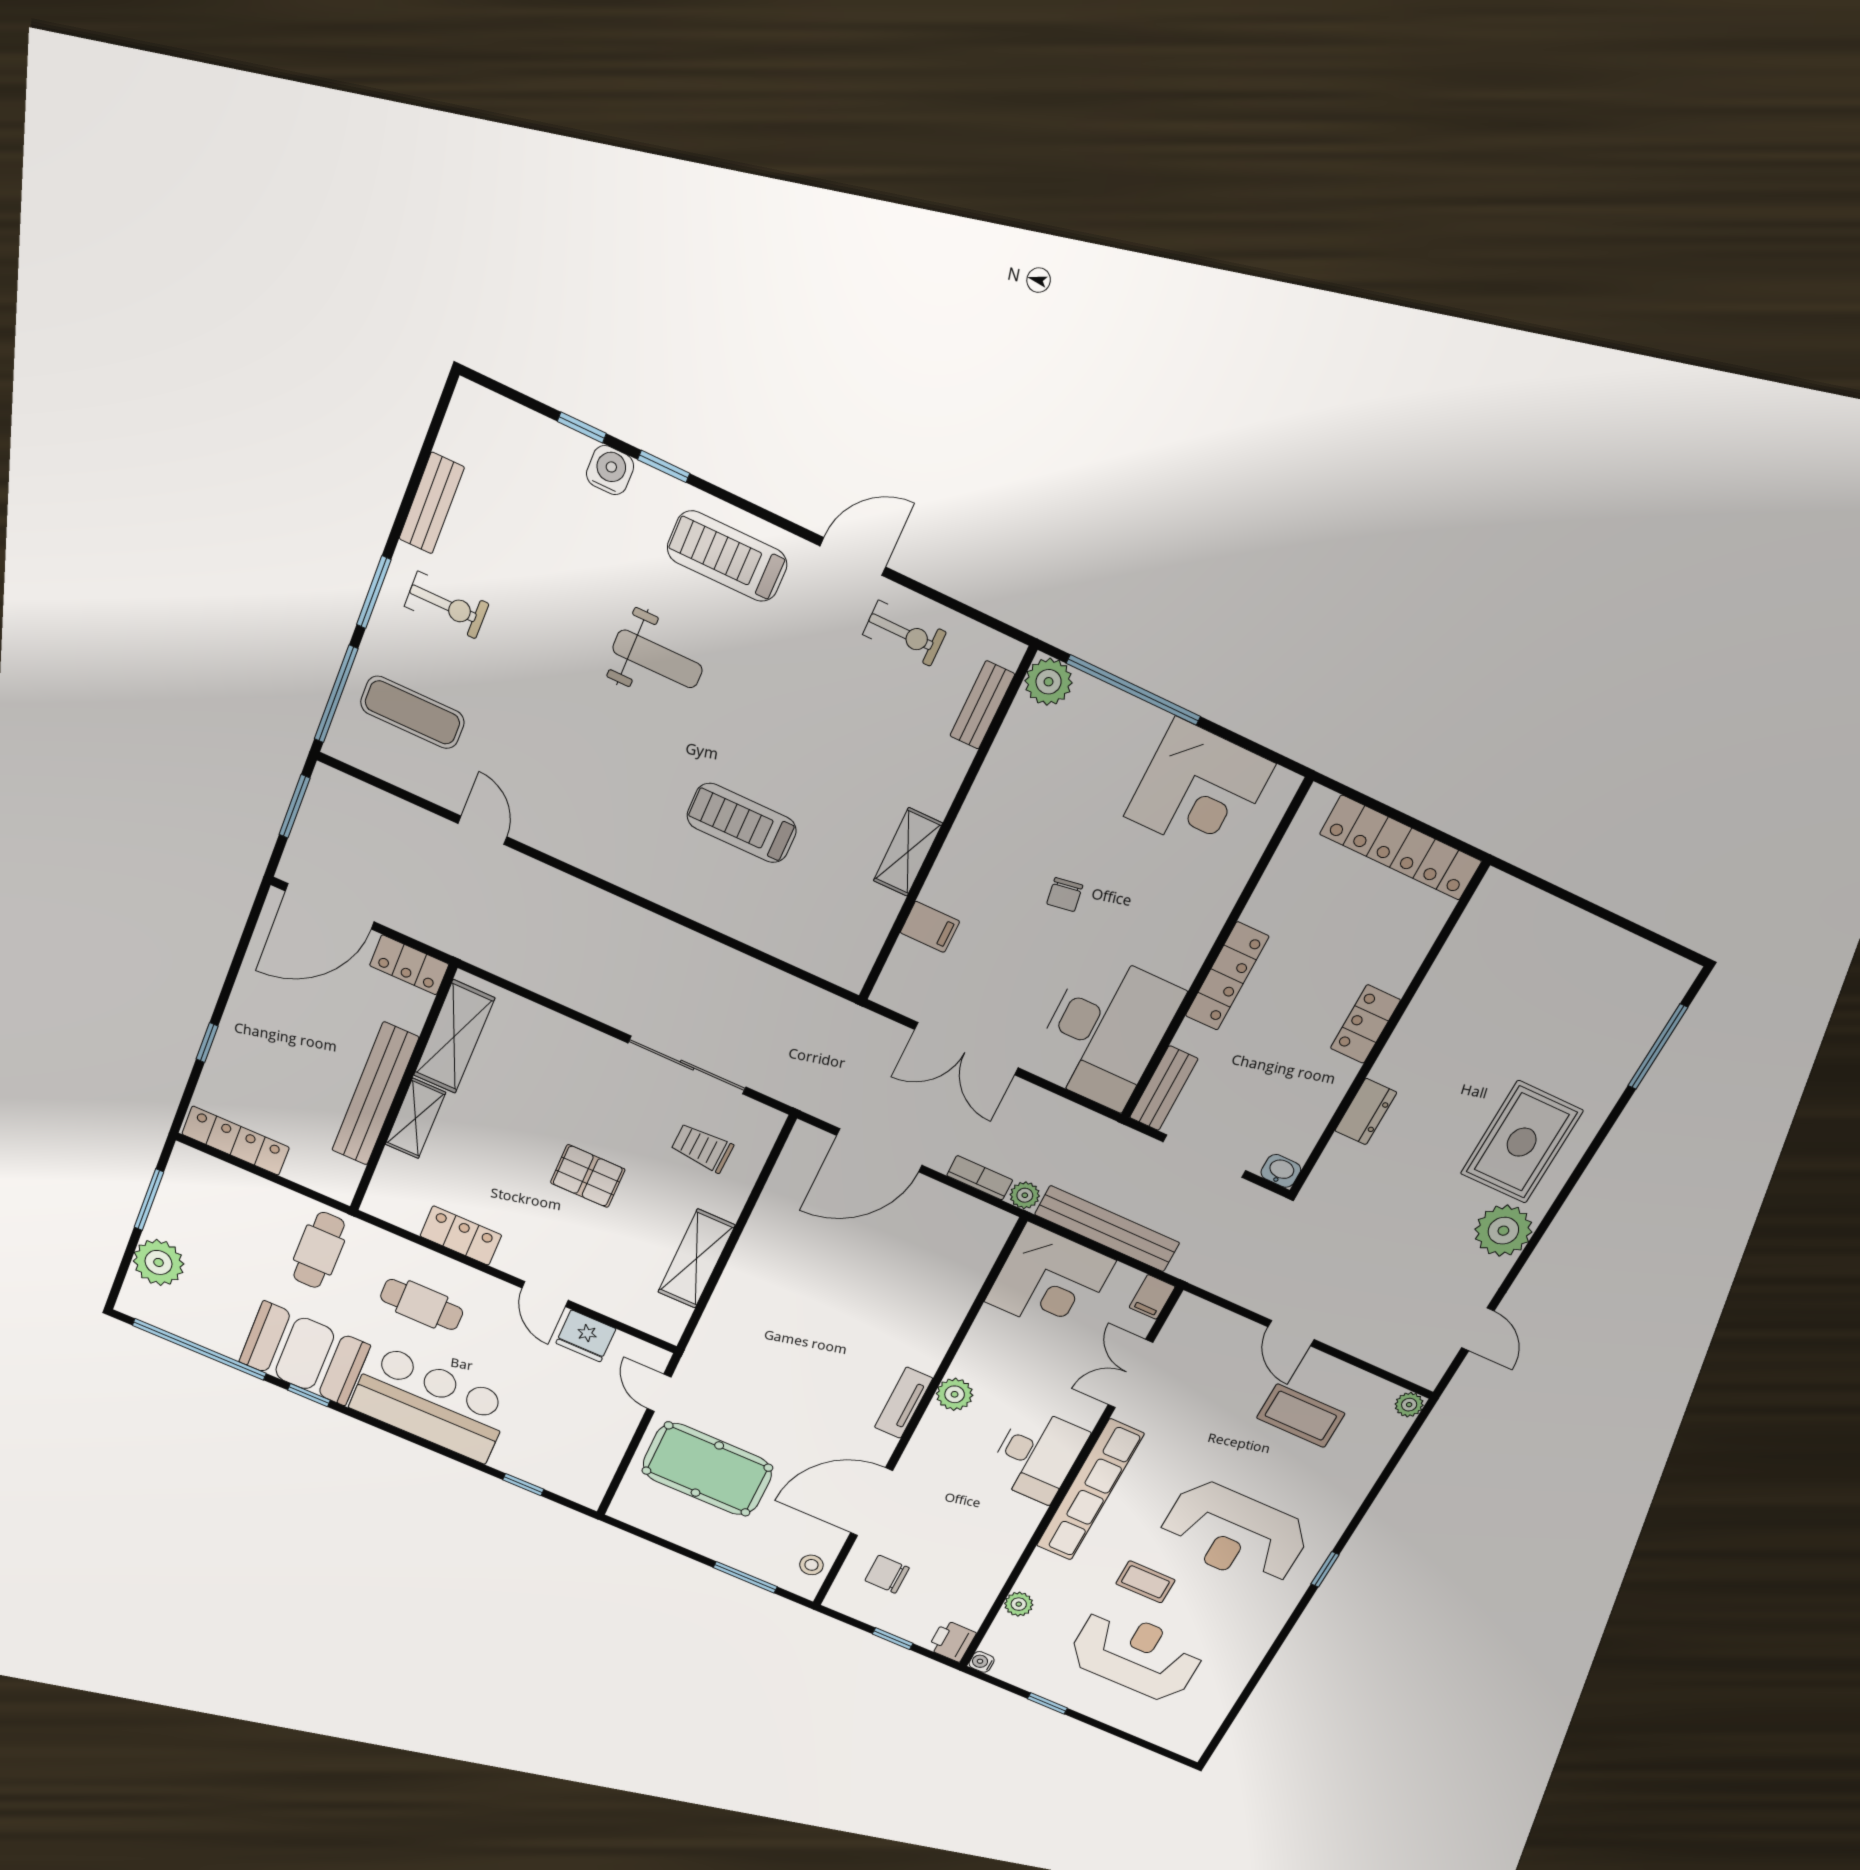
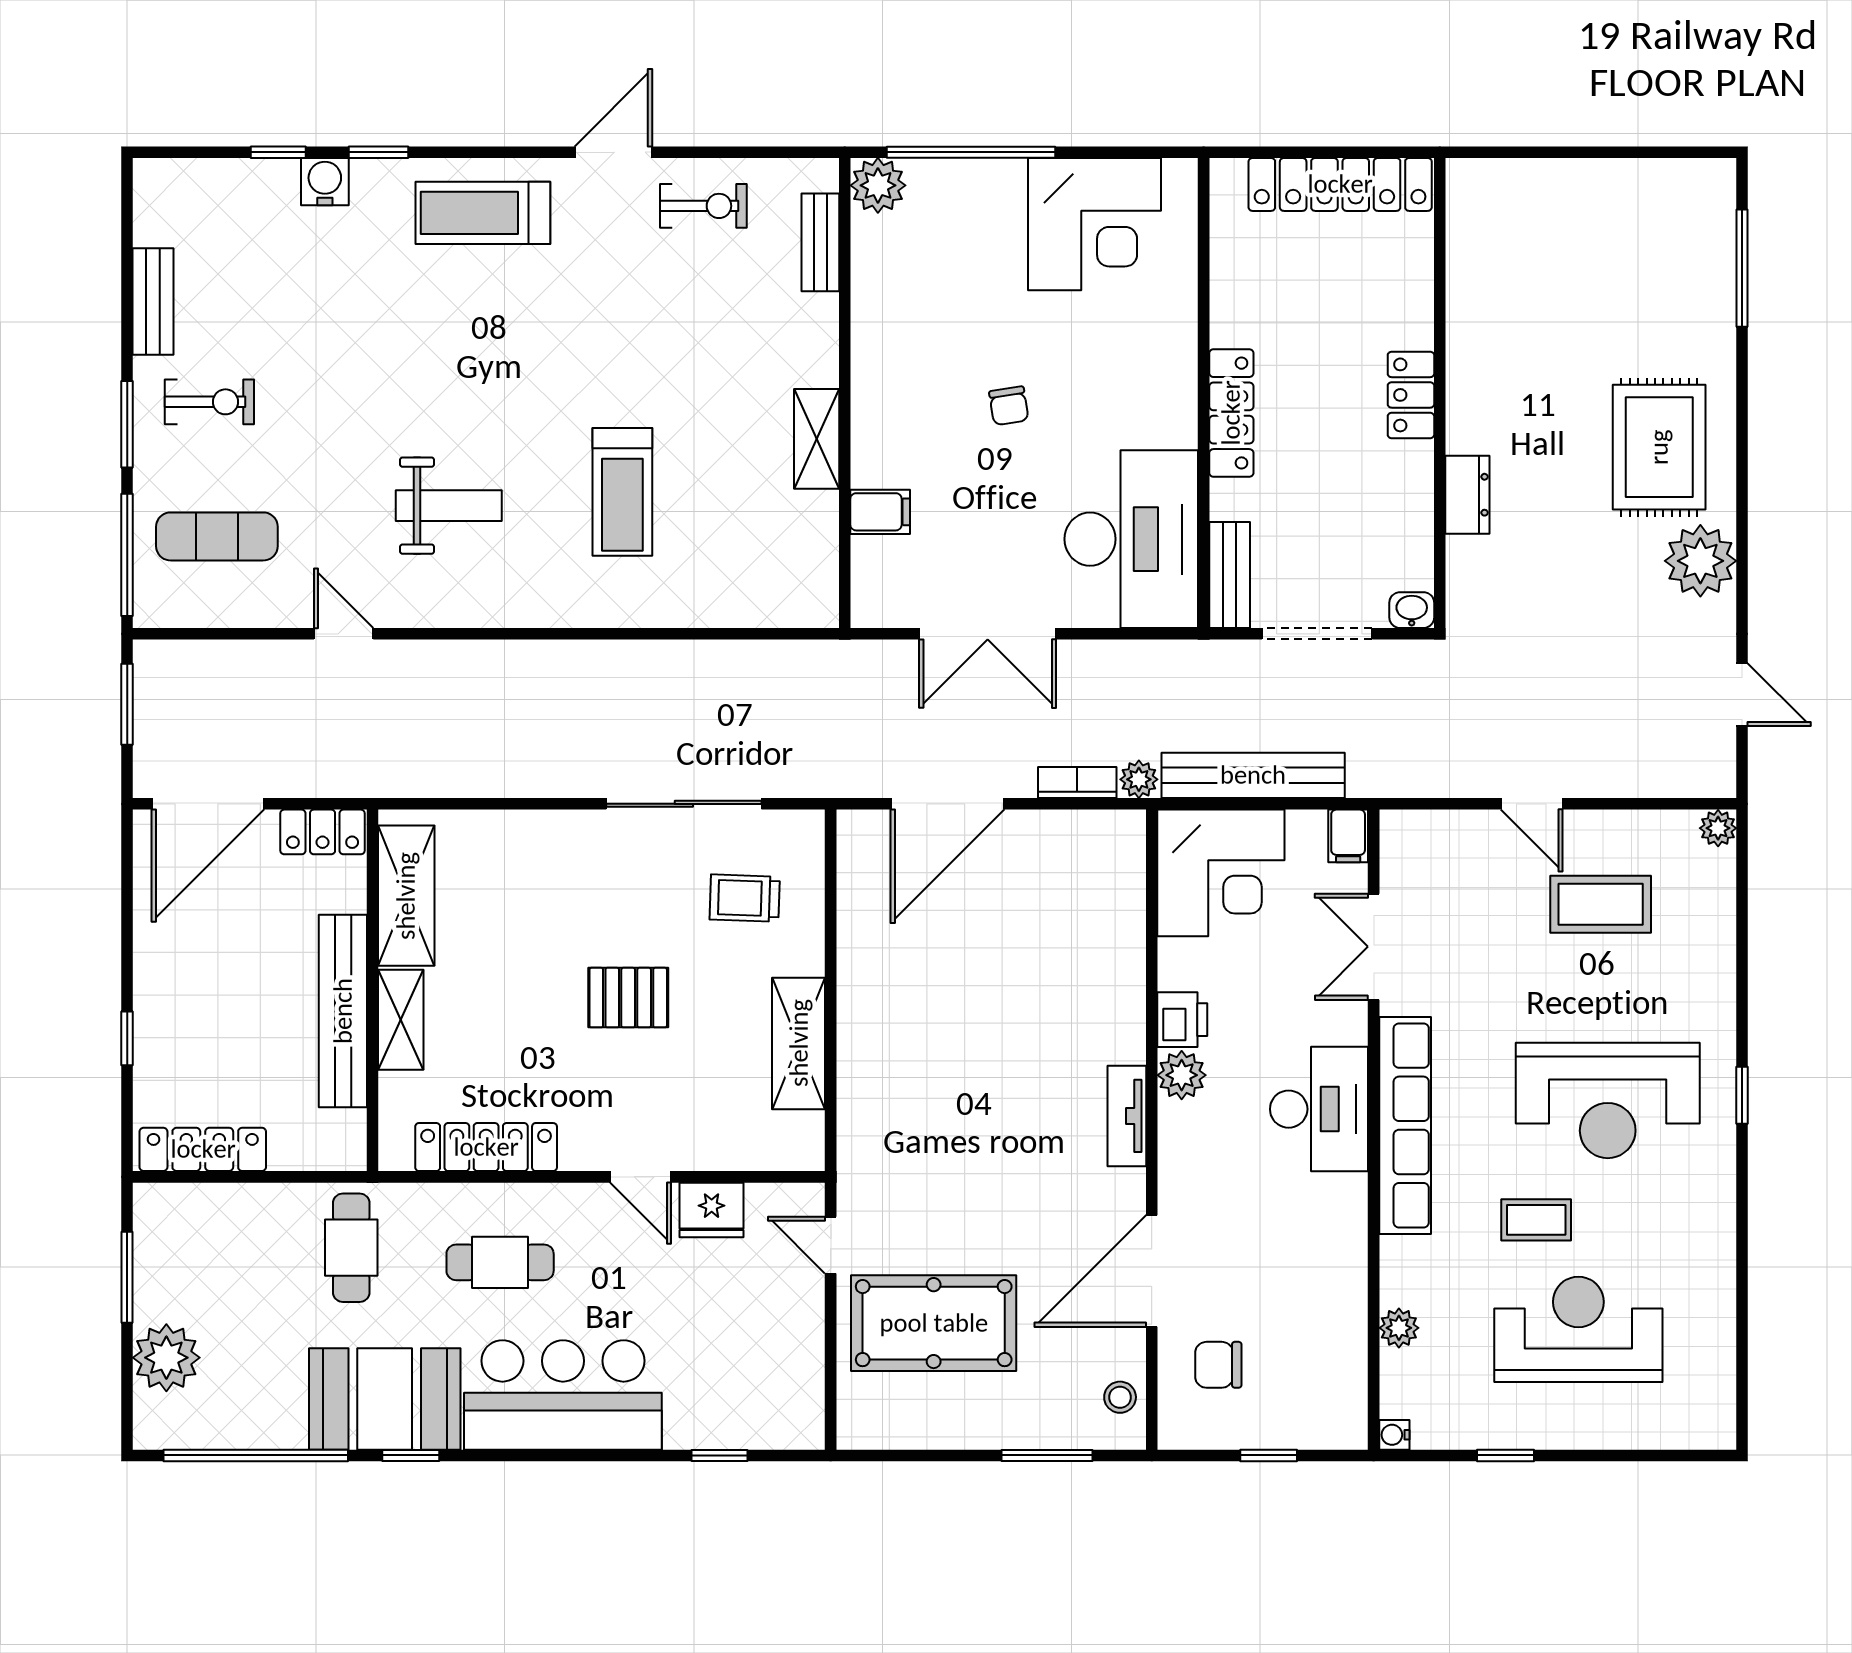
weight bench: (658, 659) -> (449, 506), moved
treadmill: (742, 823) -> (622, 492), turned -90
locker: (461, 1236) -> (486, 1147), width x1.53
printer: (952, 1641) -> (1182, 1020), moved, turned 180

